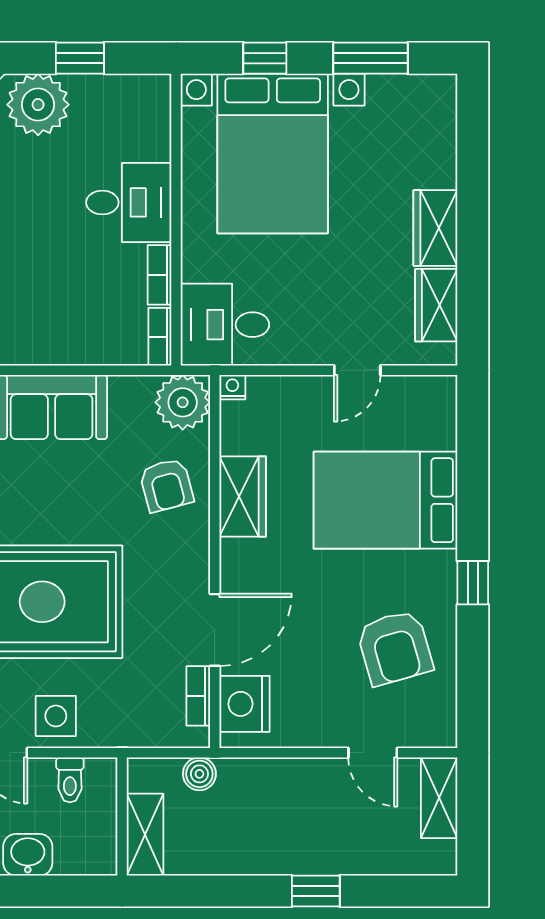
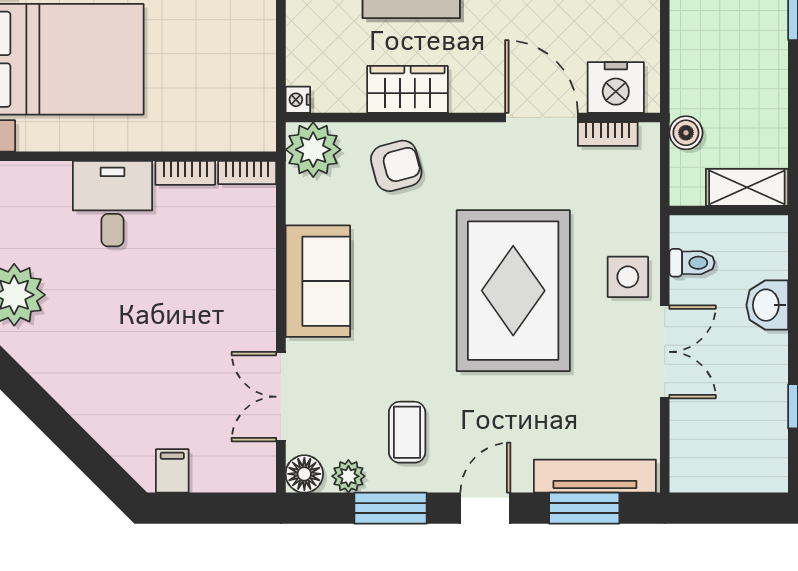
desk: (225, 325) -> (235, 107), removed

